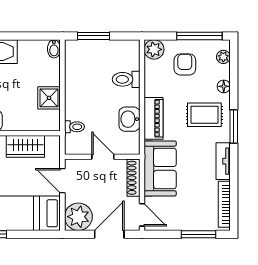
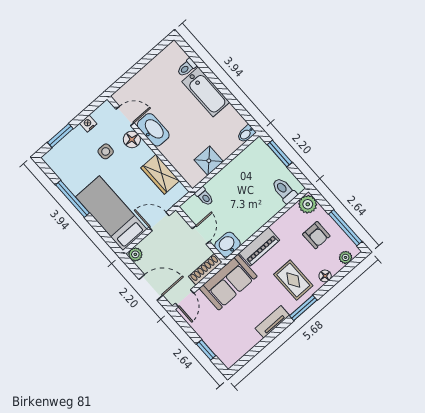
armchair: (185, 64) -> (316, 235), turned 90
toilet: (126, 79) -> (284, 190), moved
washbasin: (129, 119) -> (227, 245), moved
door: (62, 181) -> (159, 221), hinge flipped
bookcase: (224, 204) -> (243, 349), removed
plant: (78, 217) -> (135, 254), width x0.53, depth x0.53
window: (199, 234) -> (206, 350), width x0.67

